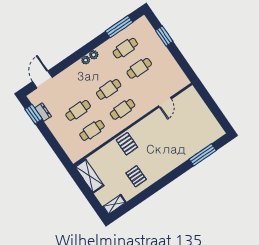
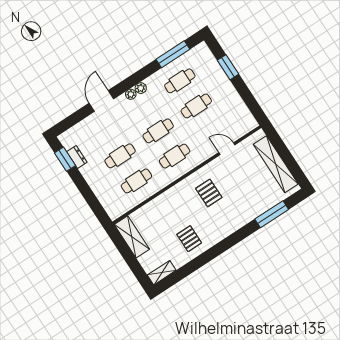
door: (42, 79) -> (101, 101), moved
door: (165, 102) -> (227, 149), swing flipped
shelving: (205, 114) -> (276, 164), added
pallet: (127, 144) -> (209, 193), moved

